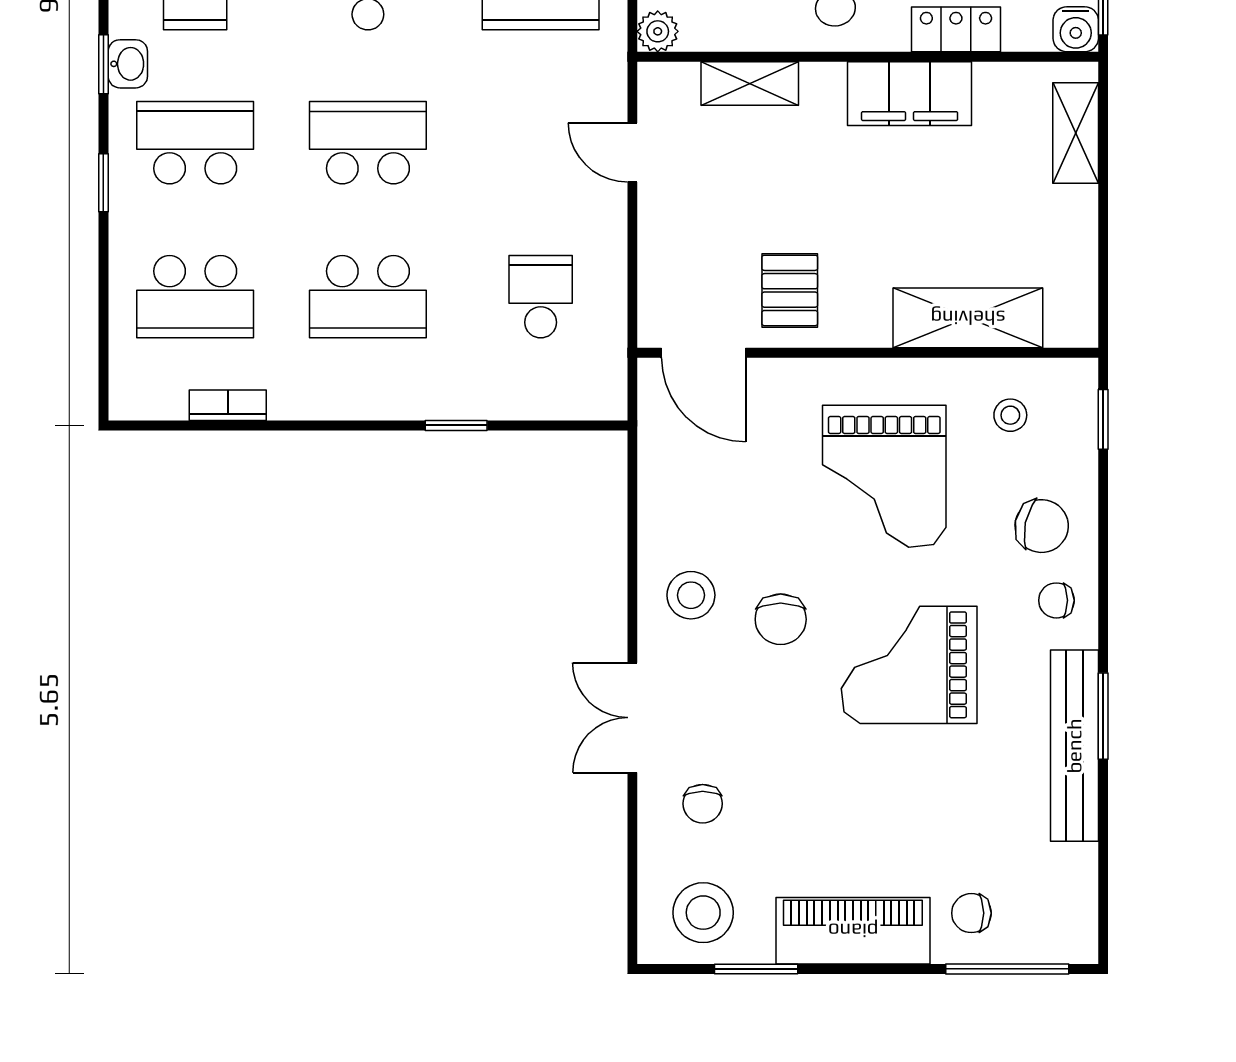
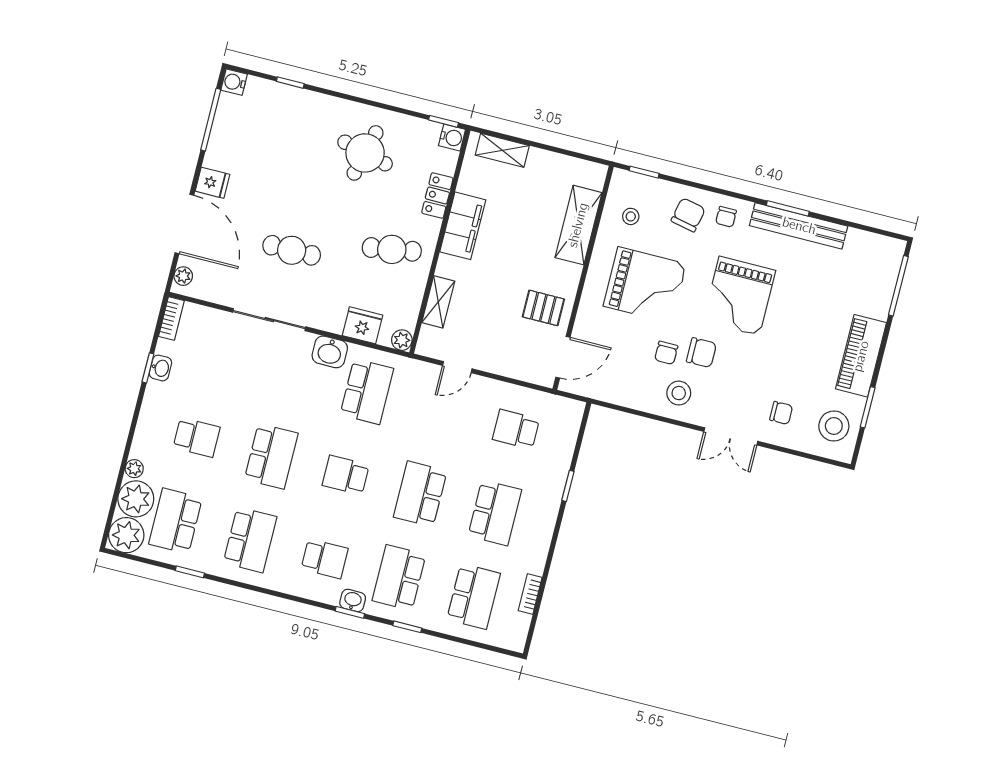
chair: (971, 913) -> (666, 353), moved

